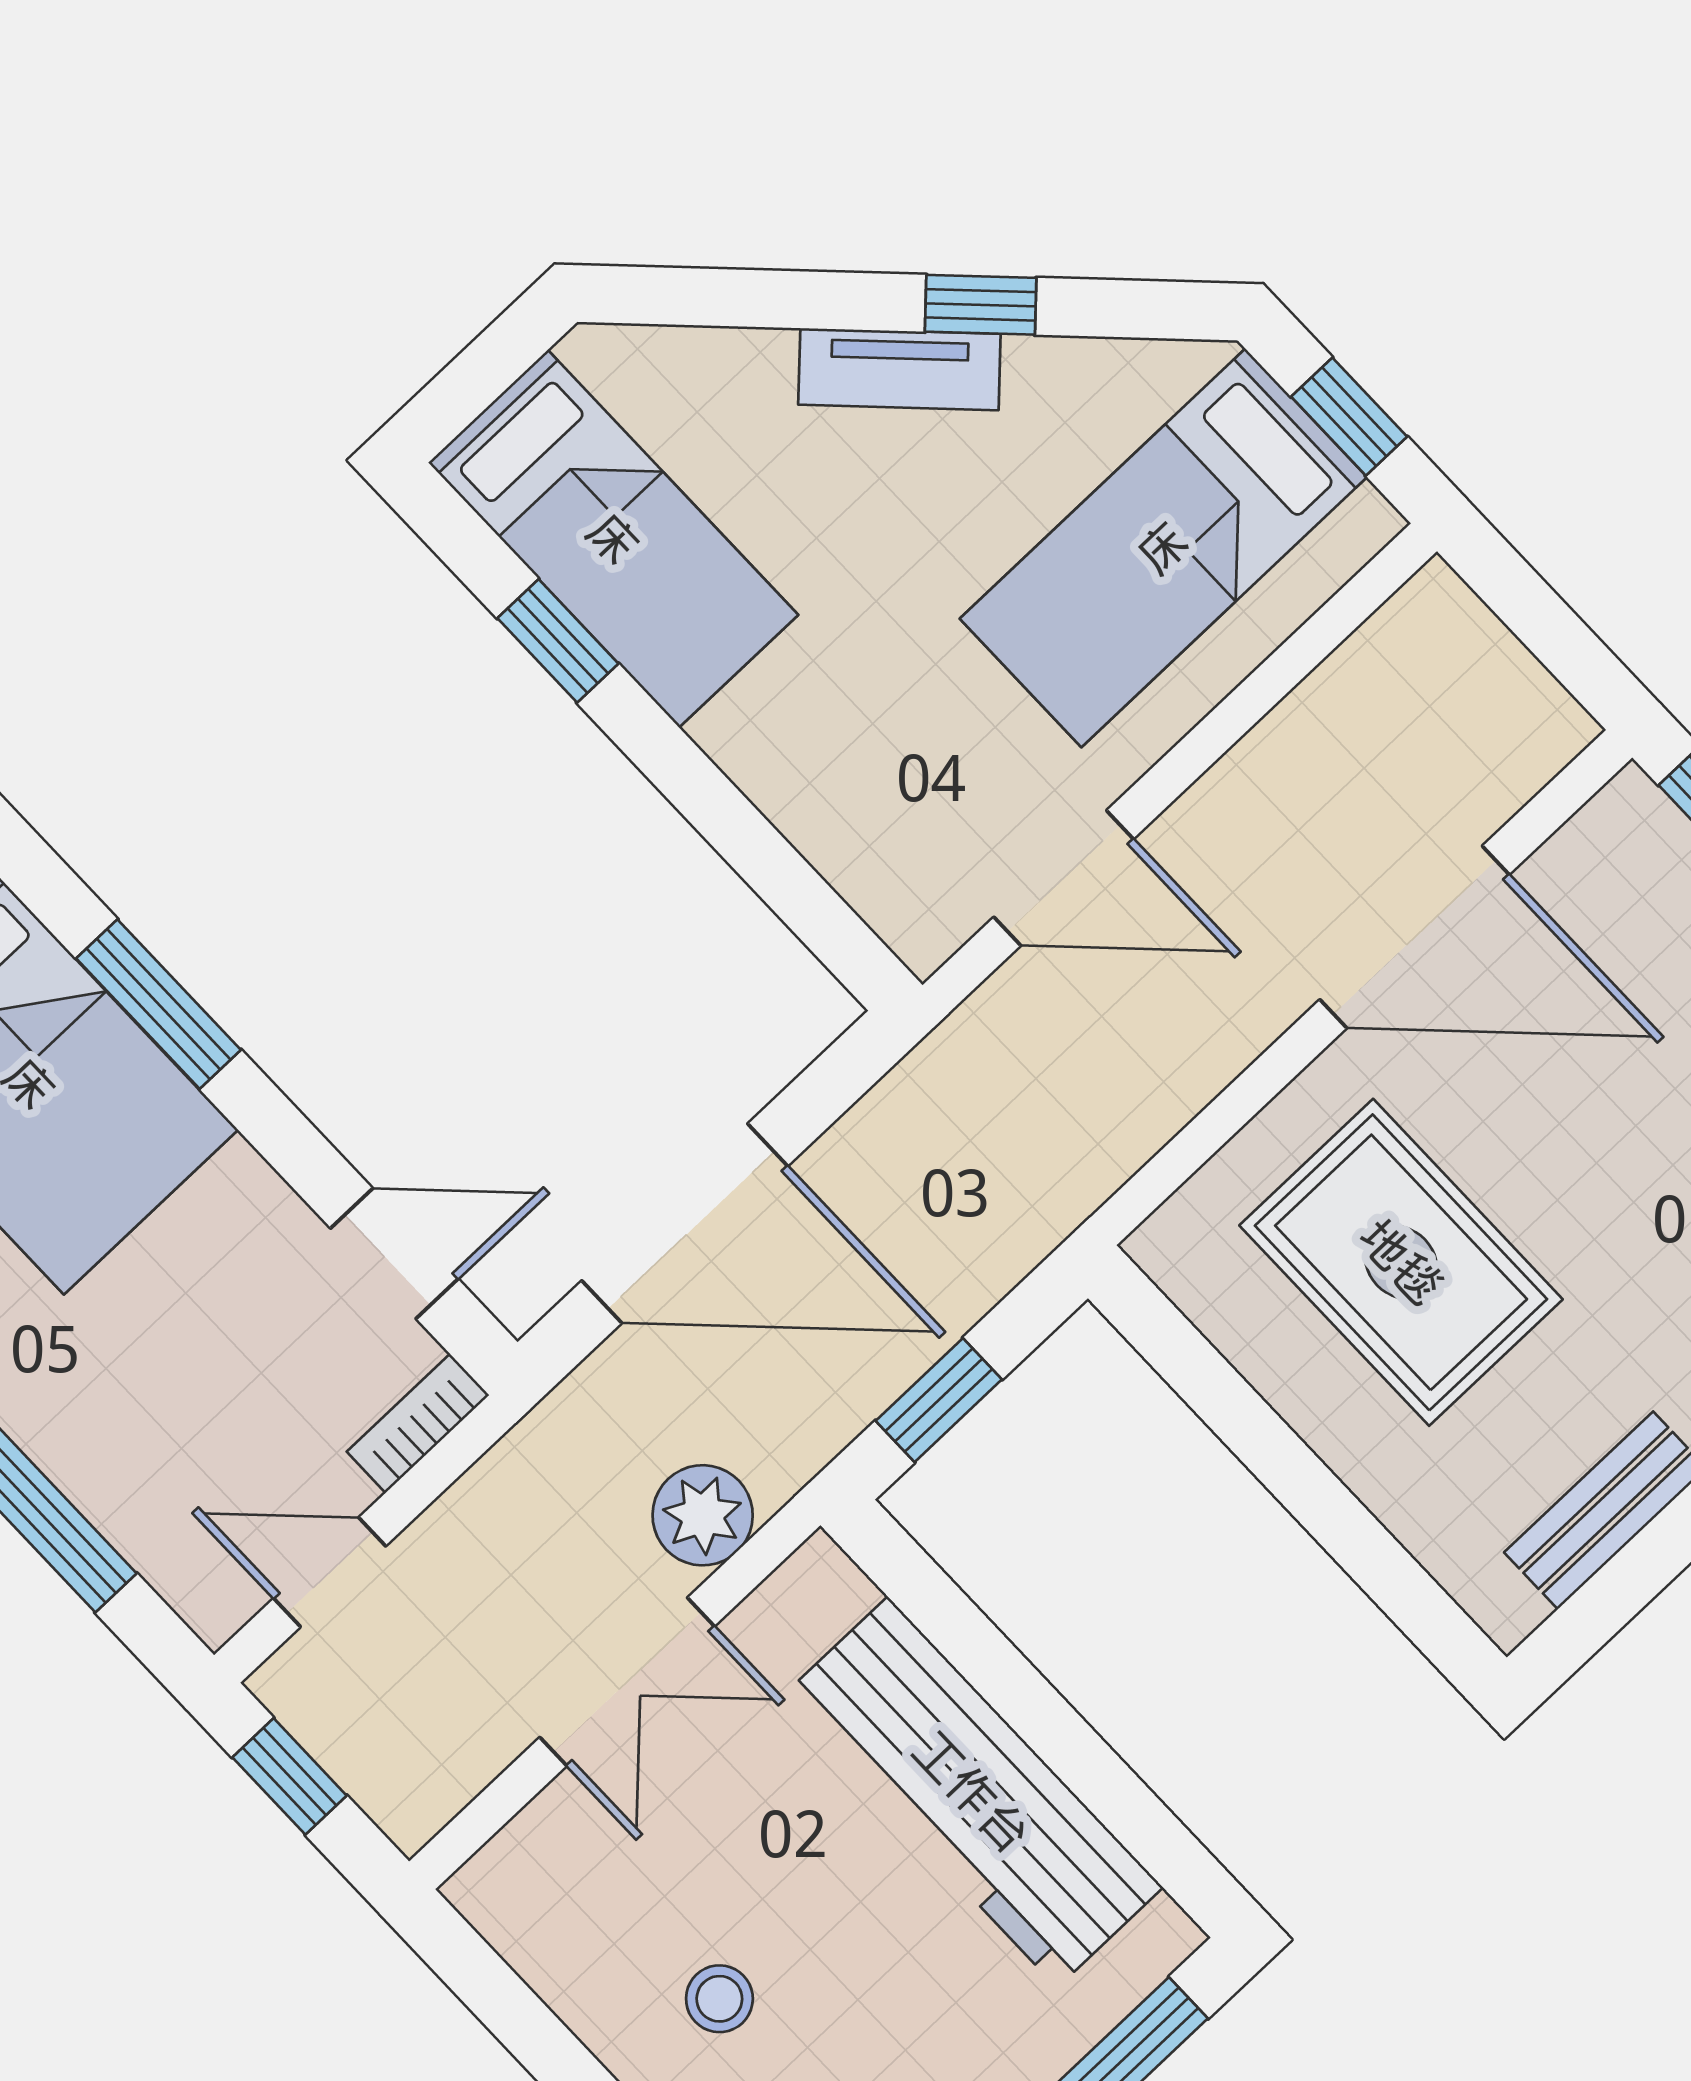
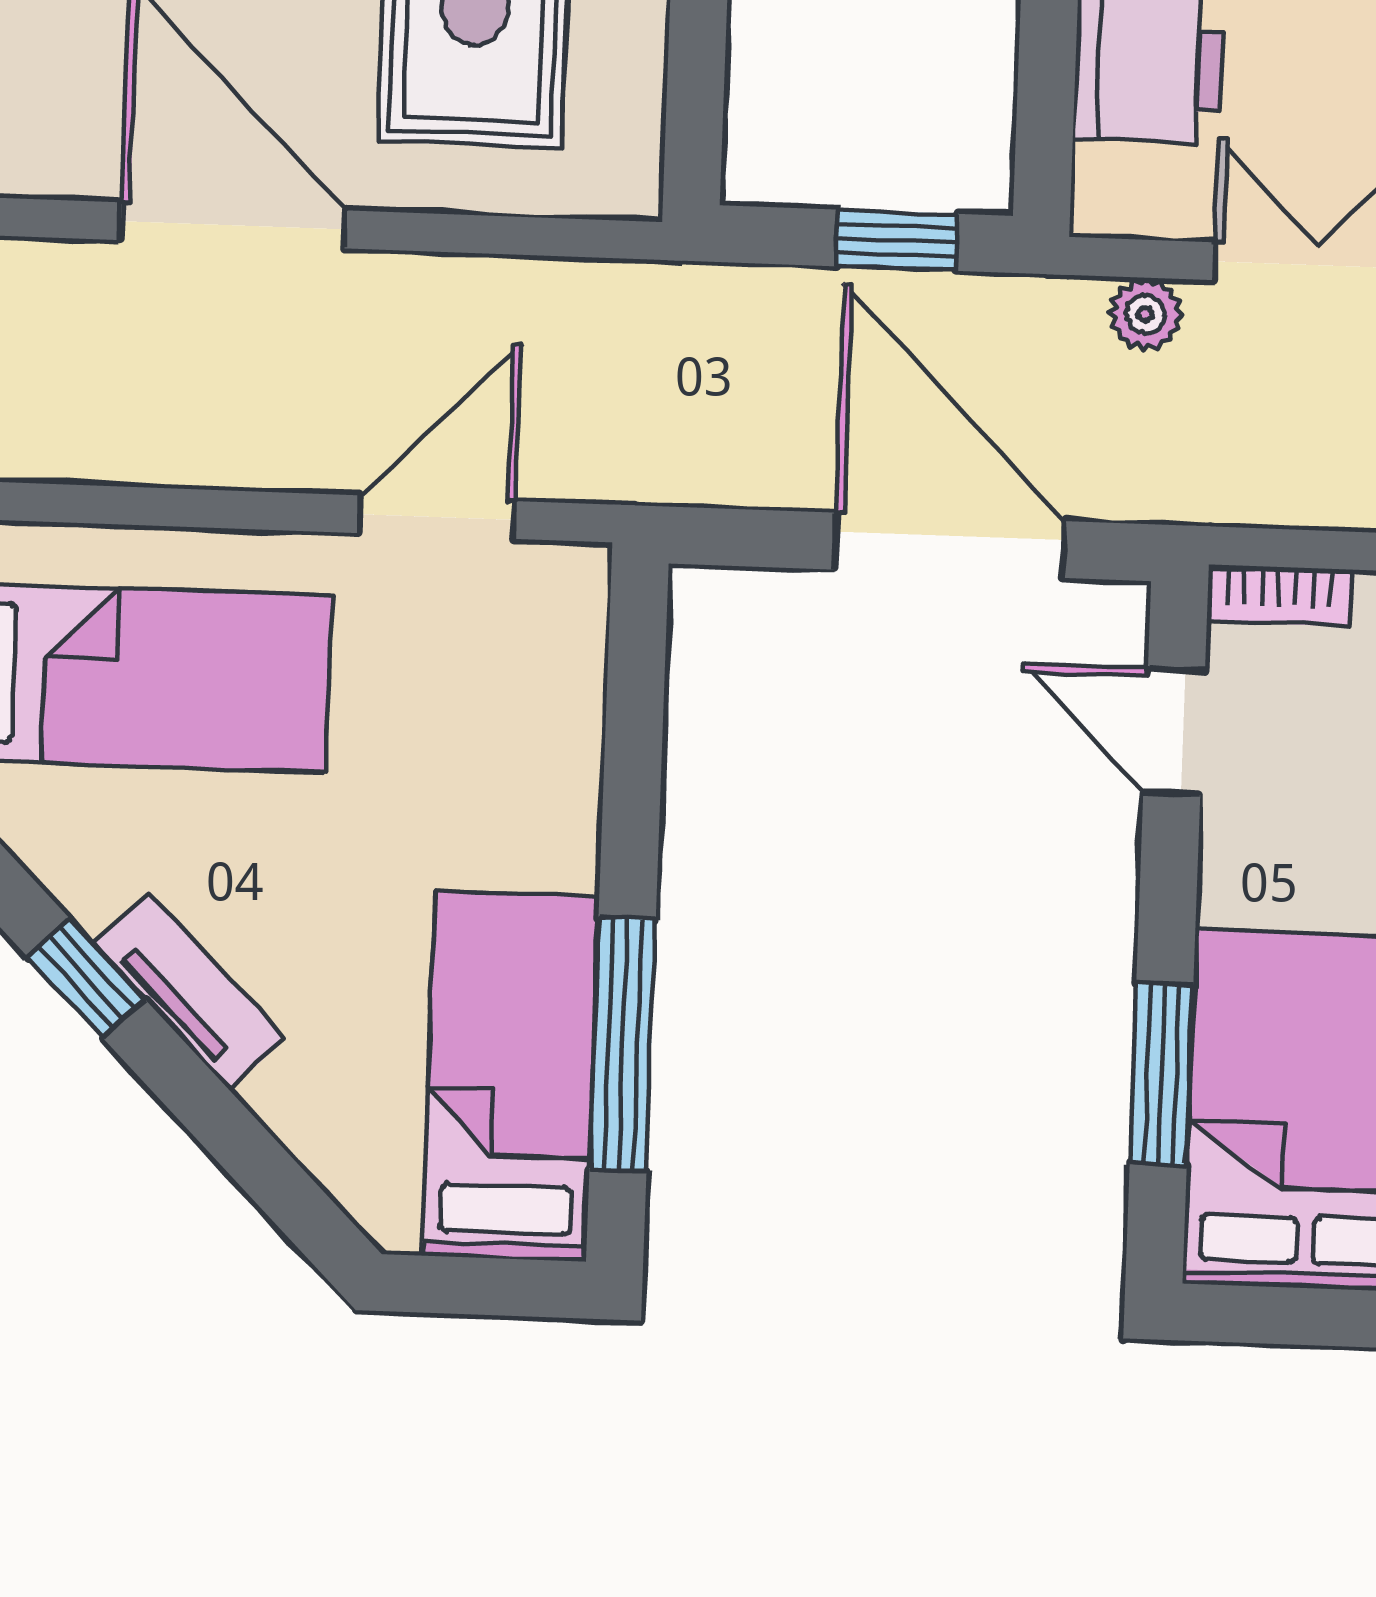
window: (558, 641) -> (623, 1044), width x2.17
door: (1064, 878) -> (437, 517), hinge flipped
plant: (703, 1515) -> (1145, 314), width x0.73, depth x0.73

